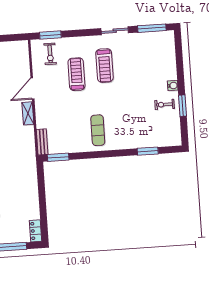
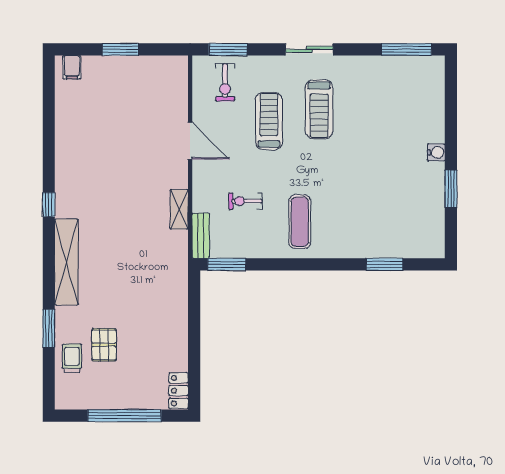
sliding door: (115, 31) -> (309, 49), moved
door: (32, 88) -> (190, 141), swing flipped
exercise bike: (165, 104) -> (245, 201), moved
shelving: (28, 113) -> (179, 209), moved

